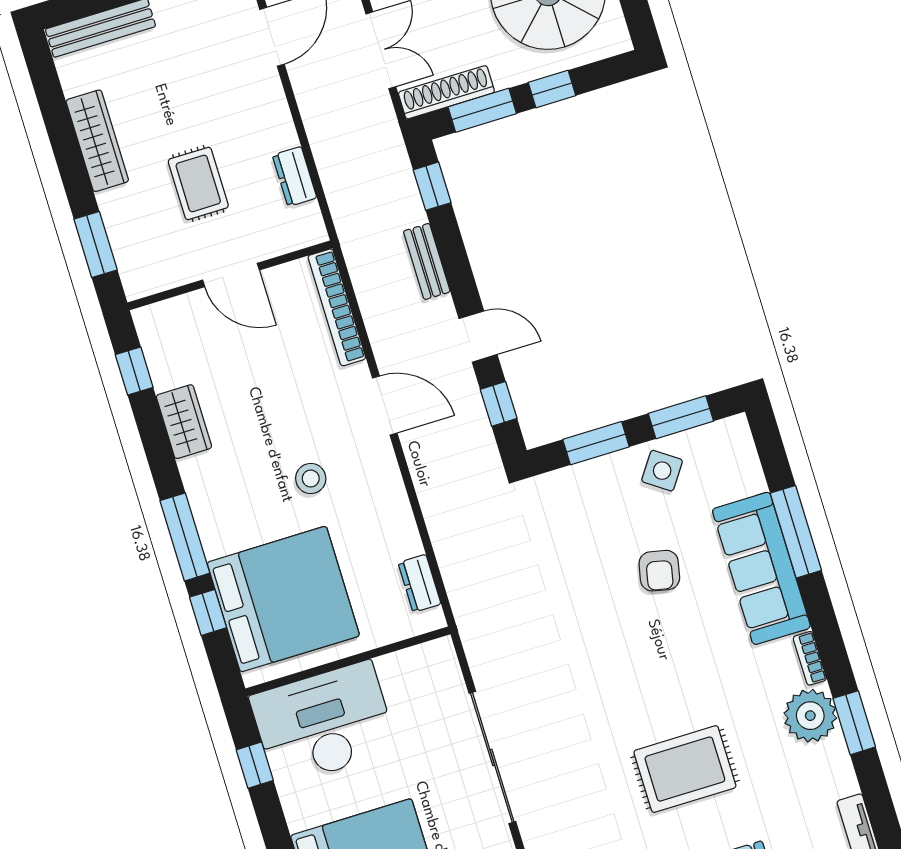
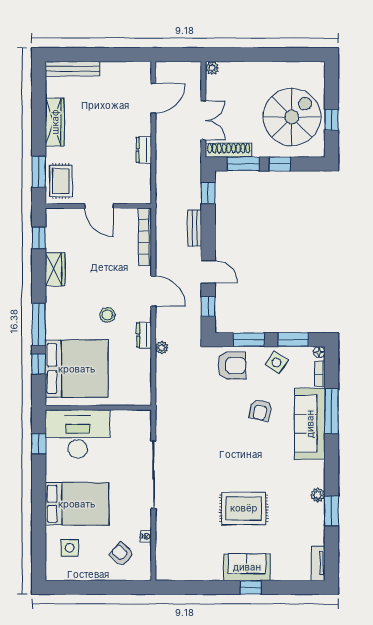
dresser: (295, 176) -> (144, 150), moved
rug: (198, 183) -> (61, 181), moved
floor lamp: (738, 426) -> (319, 352), added
armchair: (579, 503) -> (232, 366), added
plant: (434, 509) -> (162, 348), added
dresser: (420, 583) -> (144, 335), moved
bookcase: (810, 658) -> (320, 374), moved
plant: (810, 716) -> (318, 495), width x0.53, depth x0.53

